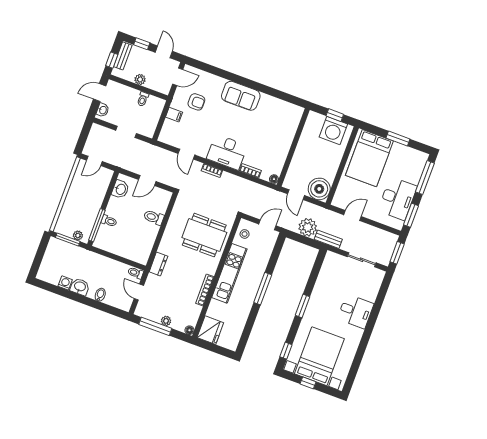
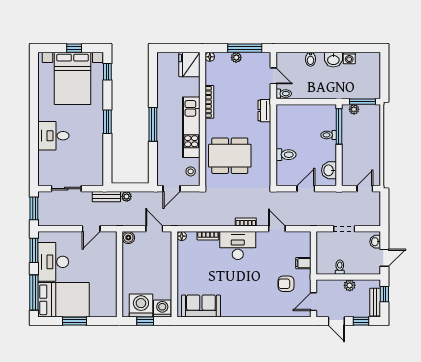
sofa: (241, 96) -> (201, 306), moved
washing machine: (315, 121) -> (162, 309), added
bed: (369, 158) -> (64, 300), moved, turned 90
boiler: (319, 189) -> (128, 238), width x0.54, depth x0.54
plant: (308, 227) -> (127, 196), width x0.53, depth x0.53

